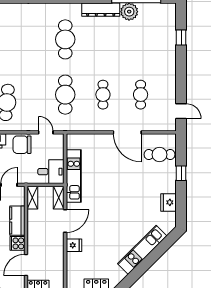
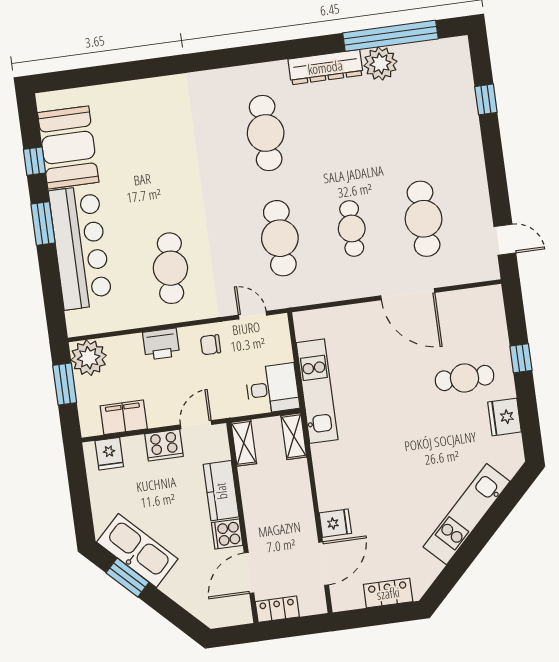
cafe table: (141, 95) -> (424, 219), width x1.37, depth x1.35
chair: (22, 145) -> (210, 345), width x0.54, depth x0.54
cafe table: (160, 155) -> (465, 378), moved
door: (65, 221) -> (324, 564), moved

